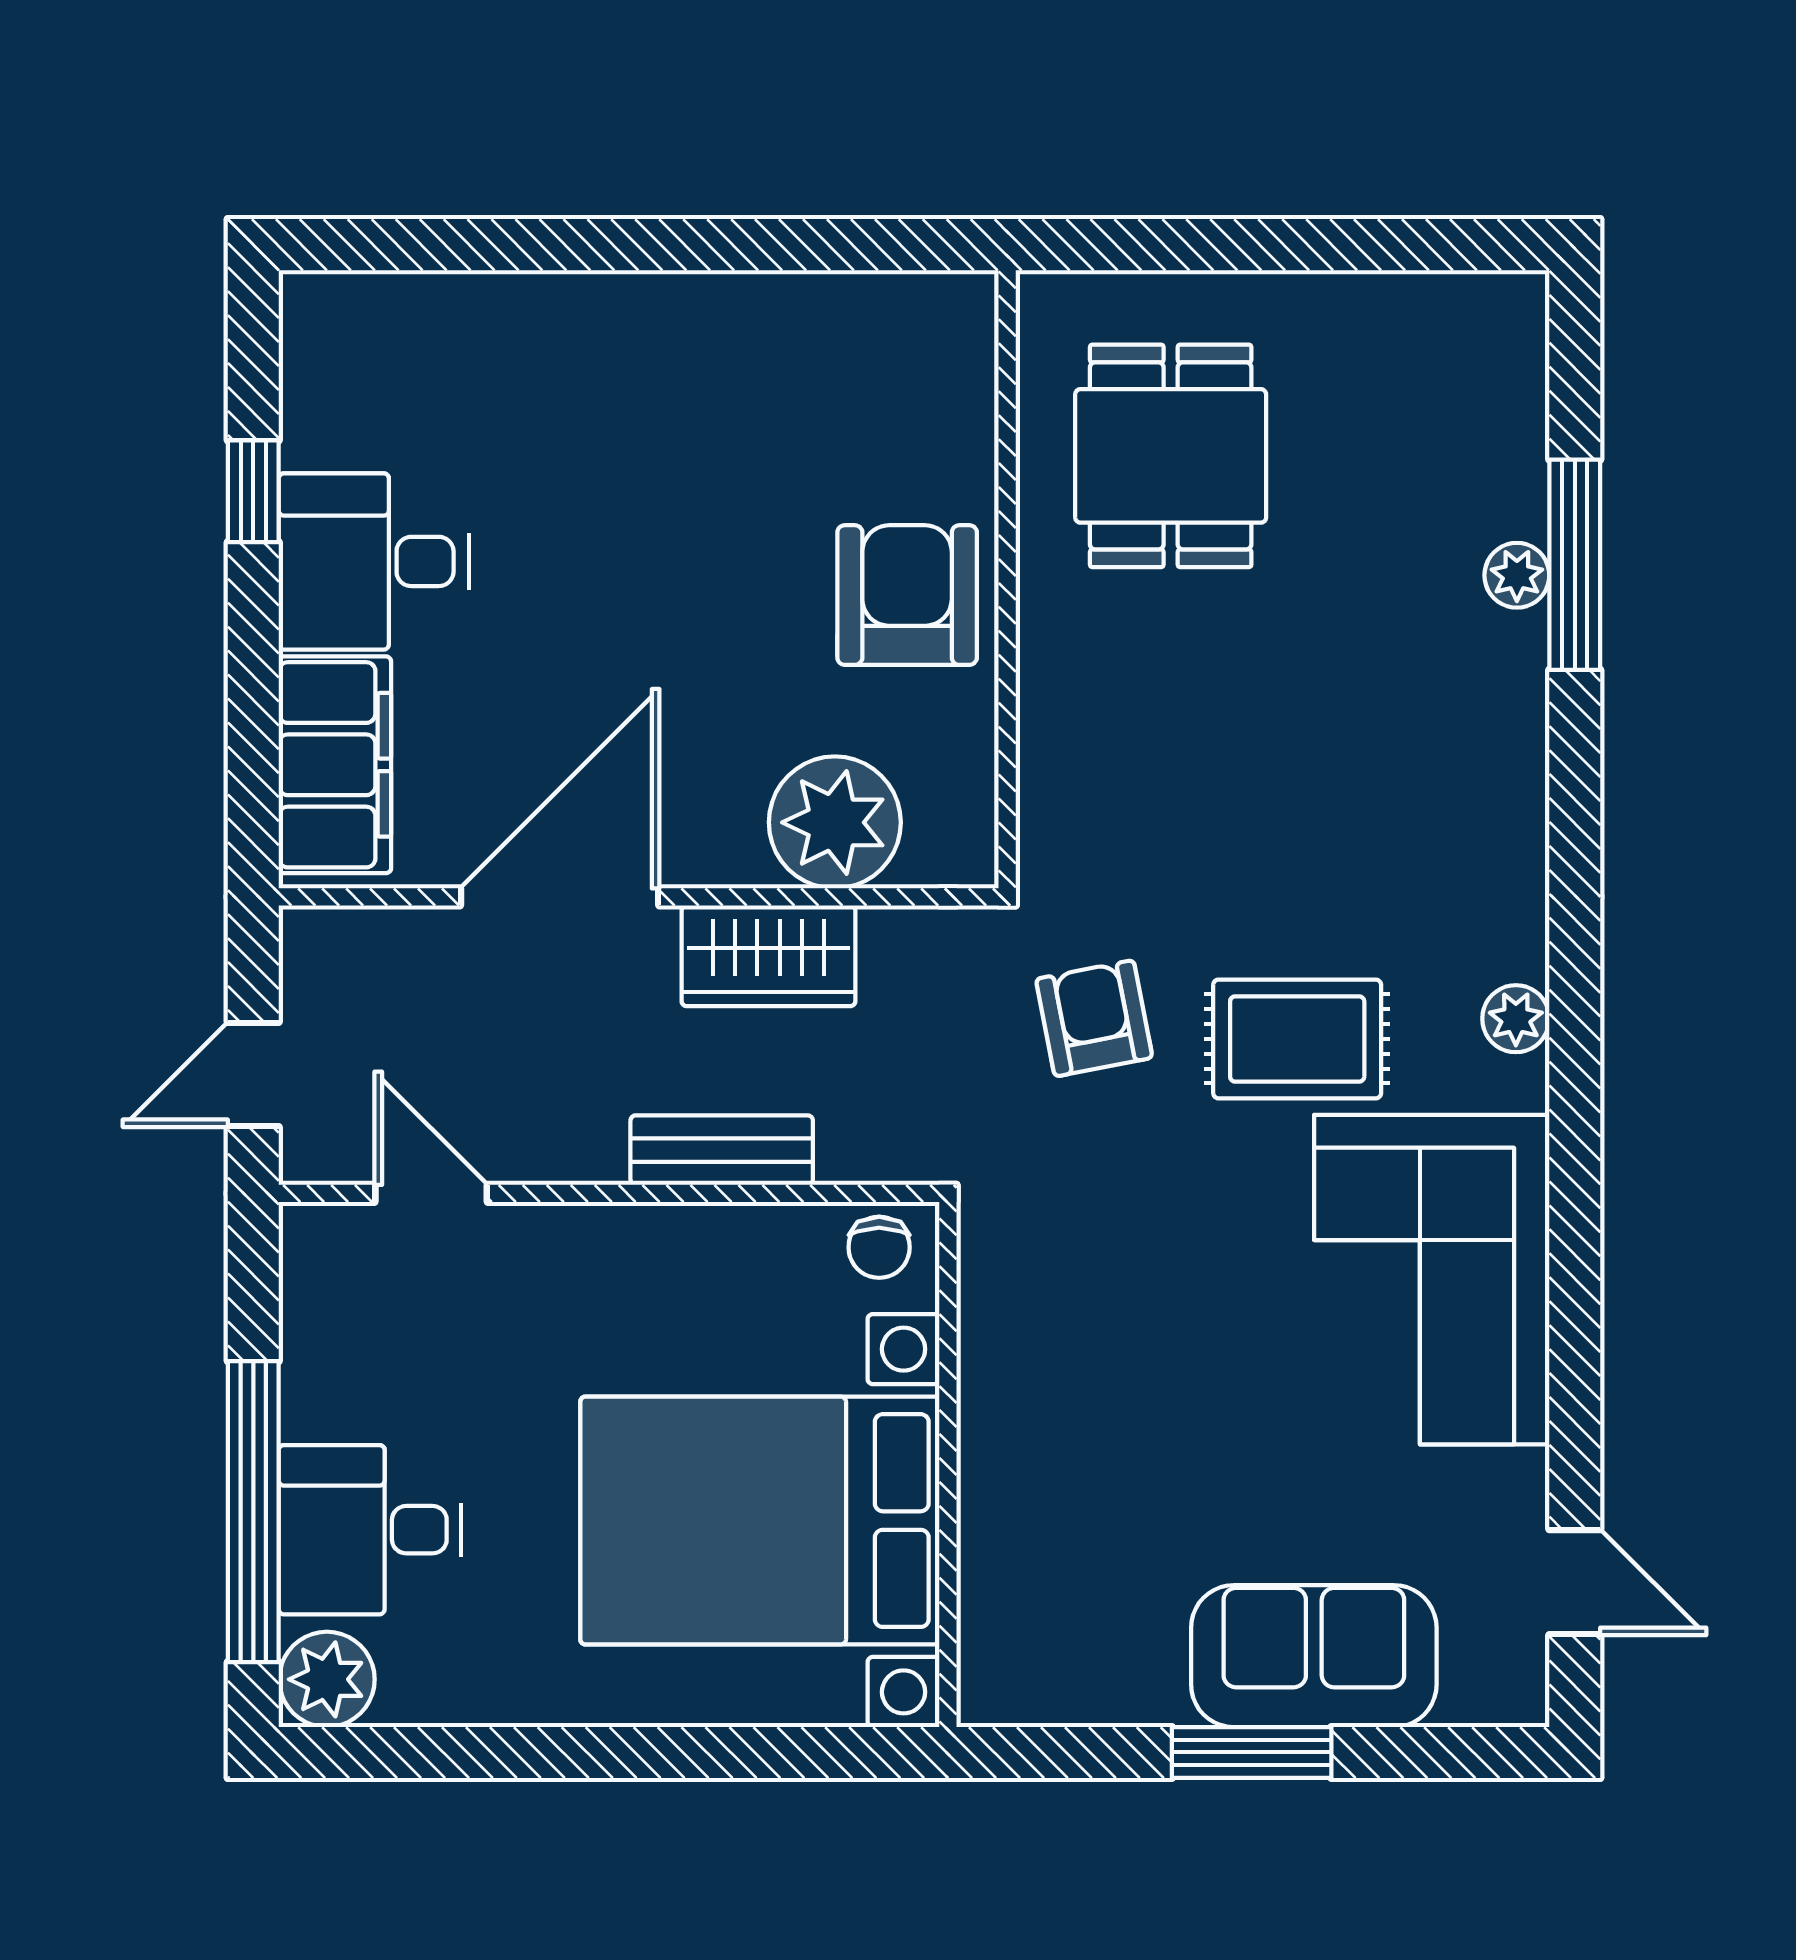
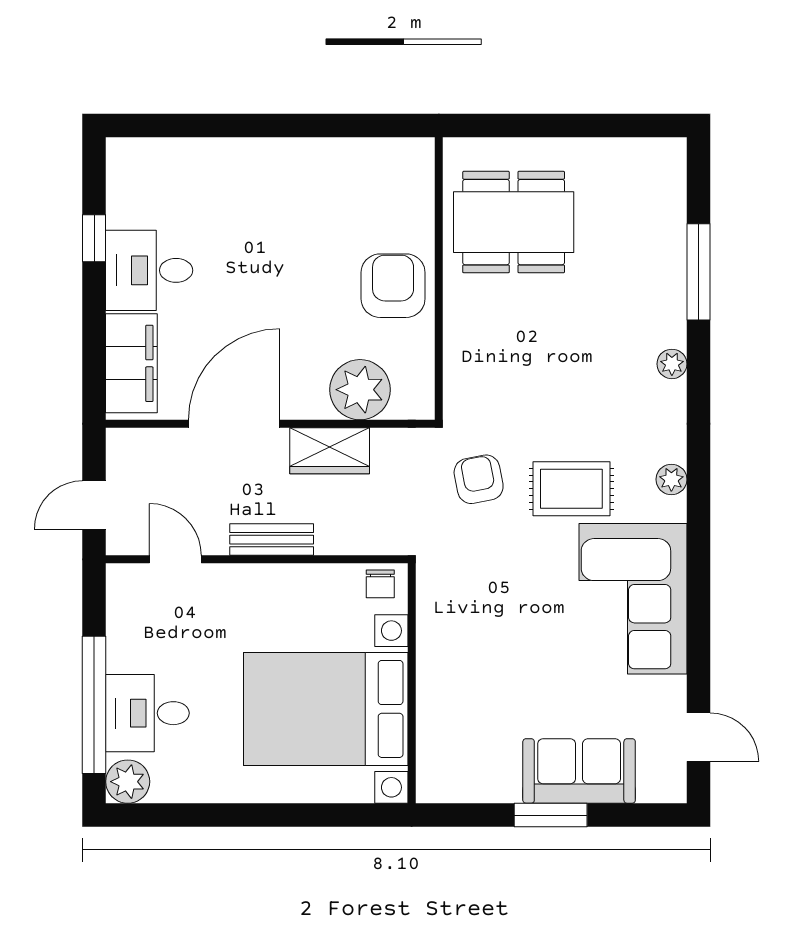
dining table: (1171, 456) -> (514, 222), width x1.38
plant: (1517, 575) -> (672, 364), moved
bench: (722, 1150) -> (272, 540), moved

